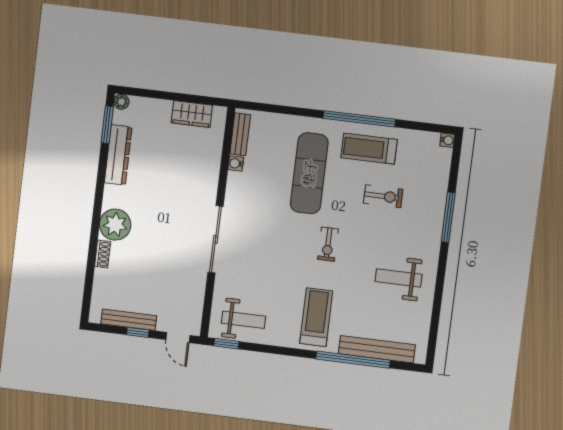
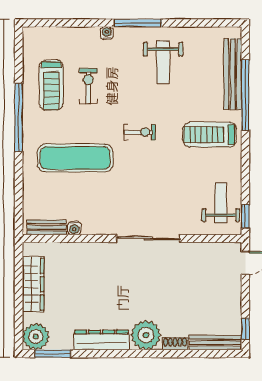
plant: (121, 102) -> (36, 337), width x1.88, depth x1.88
wardrobe: (192, 114) -> (33, 284), width x1.50
water cooler: (447, 140) -> (107, 33), moved
treadmill: (369, 149) -> (51, 85), moved
dresser: (118, 155) -> (102, 340), moved
window: (448, 217) -> (138, 23), moved
bench: (129, 320) -> (215, 343), moved, turned 90
window: (138, 332) -> (245, 329), moved

